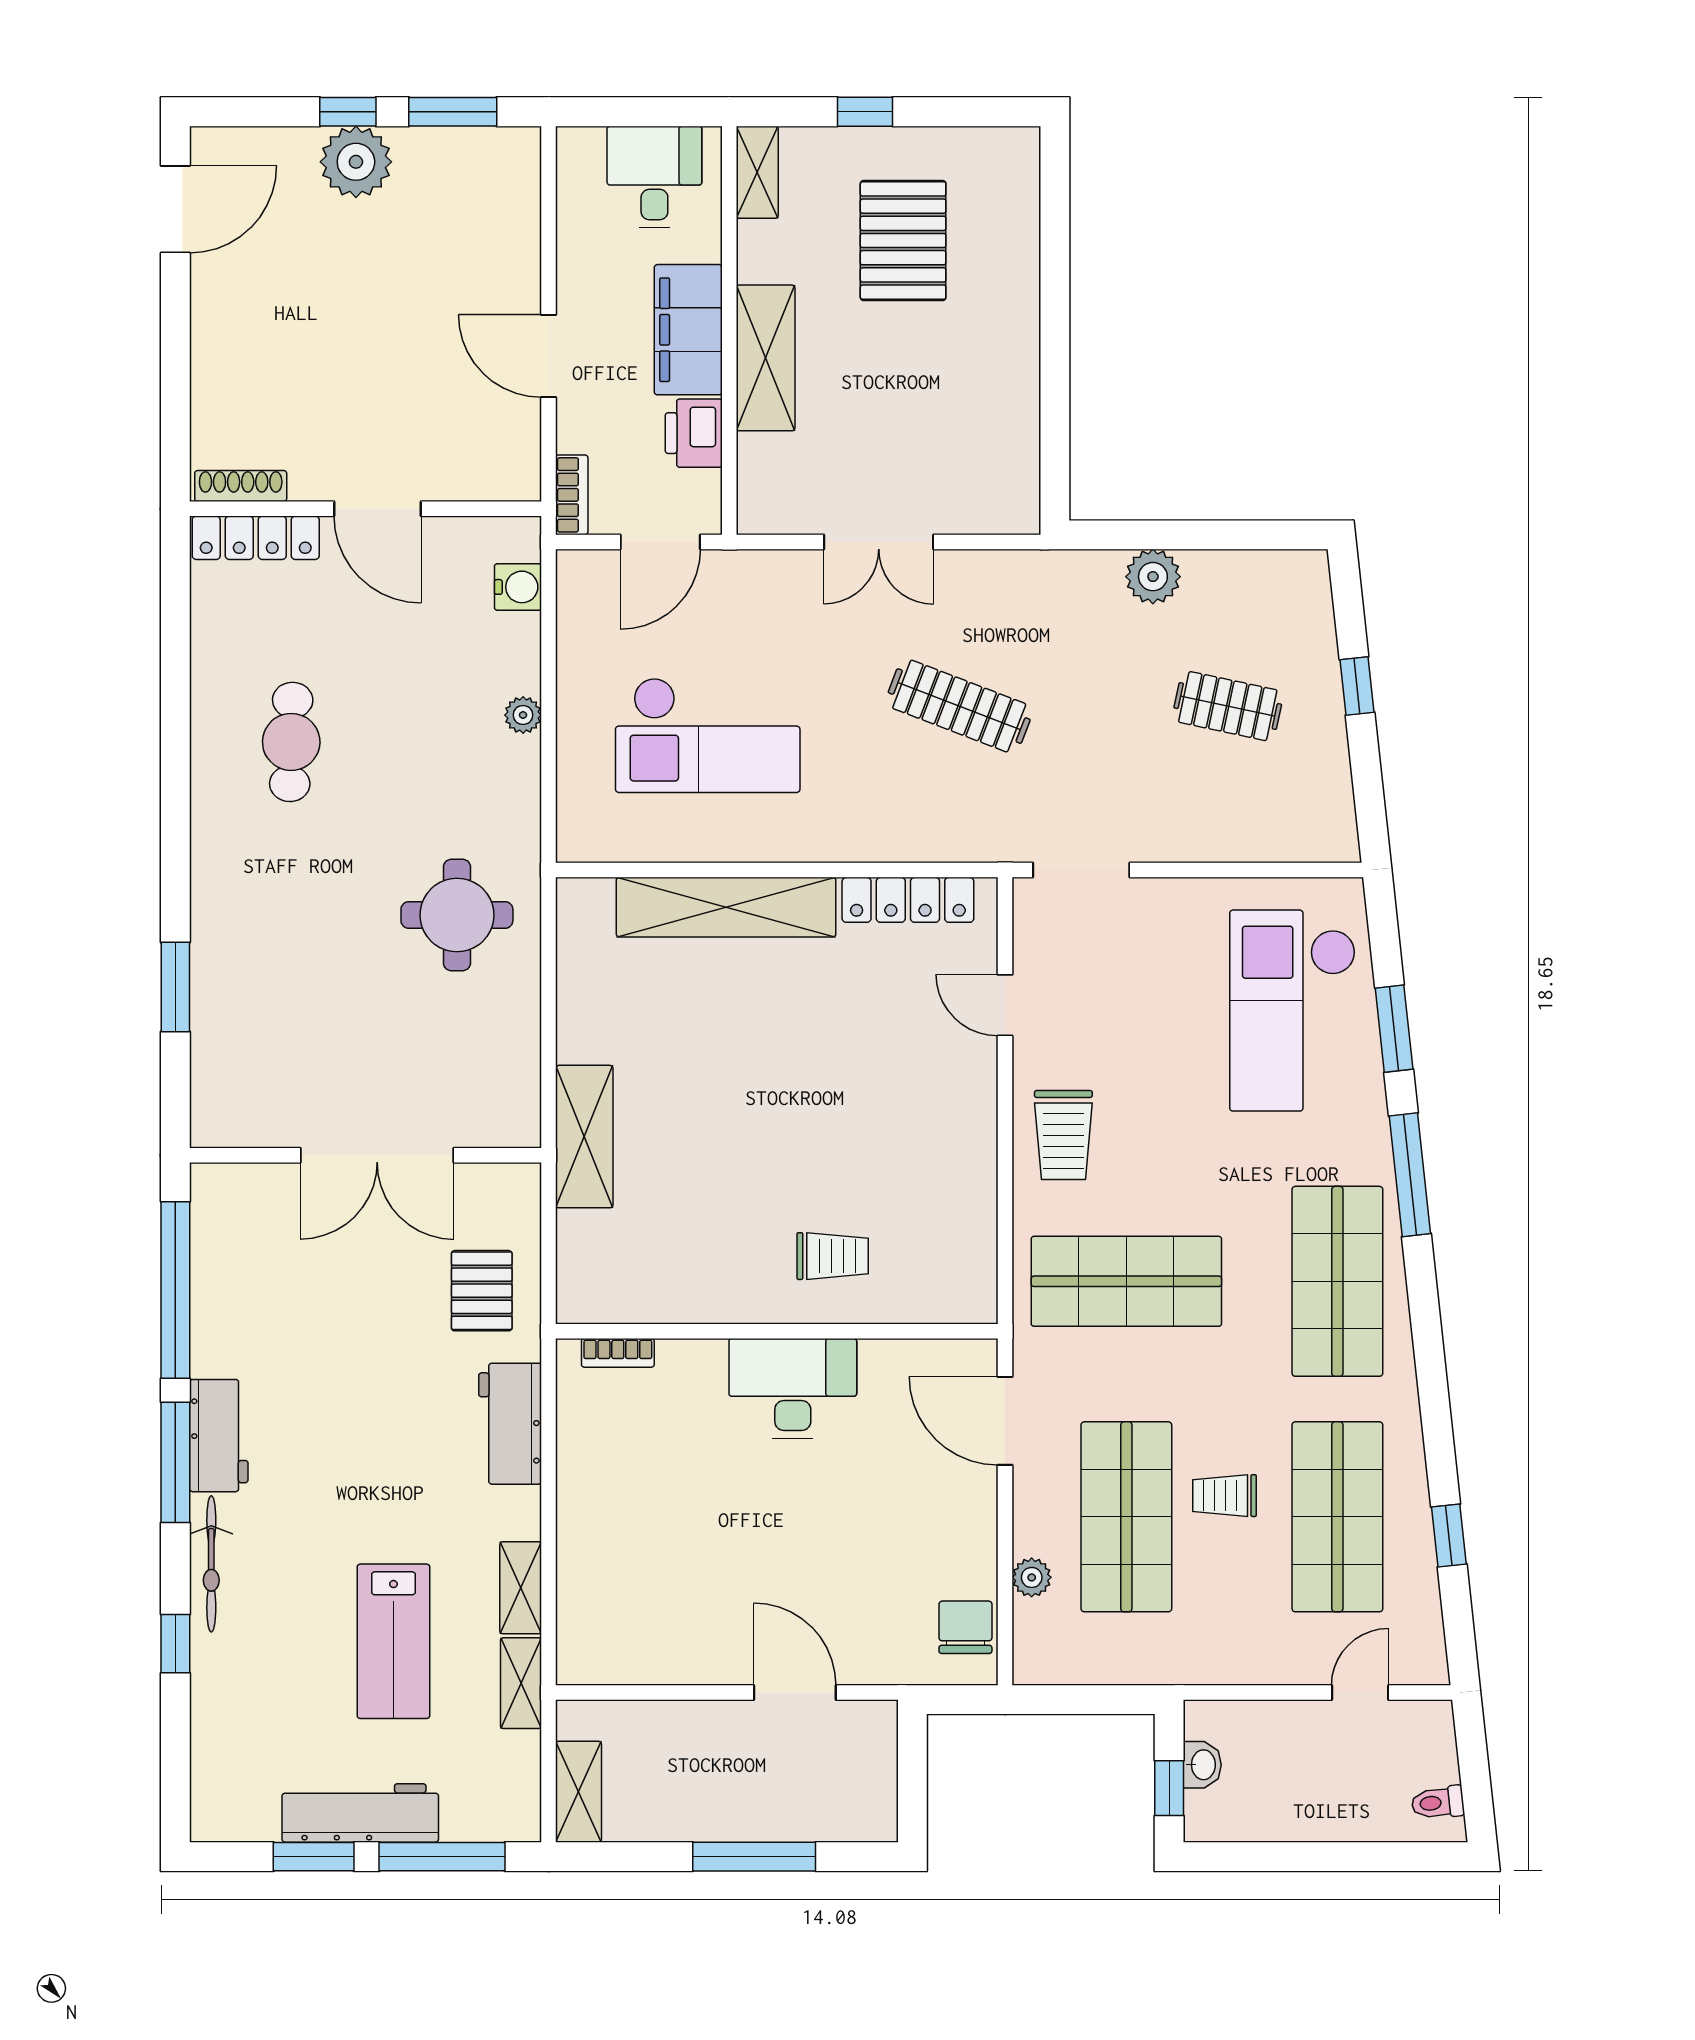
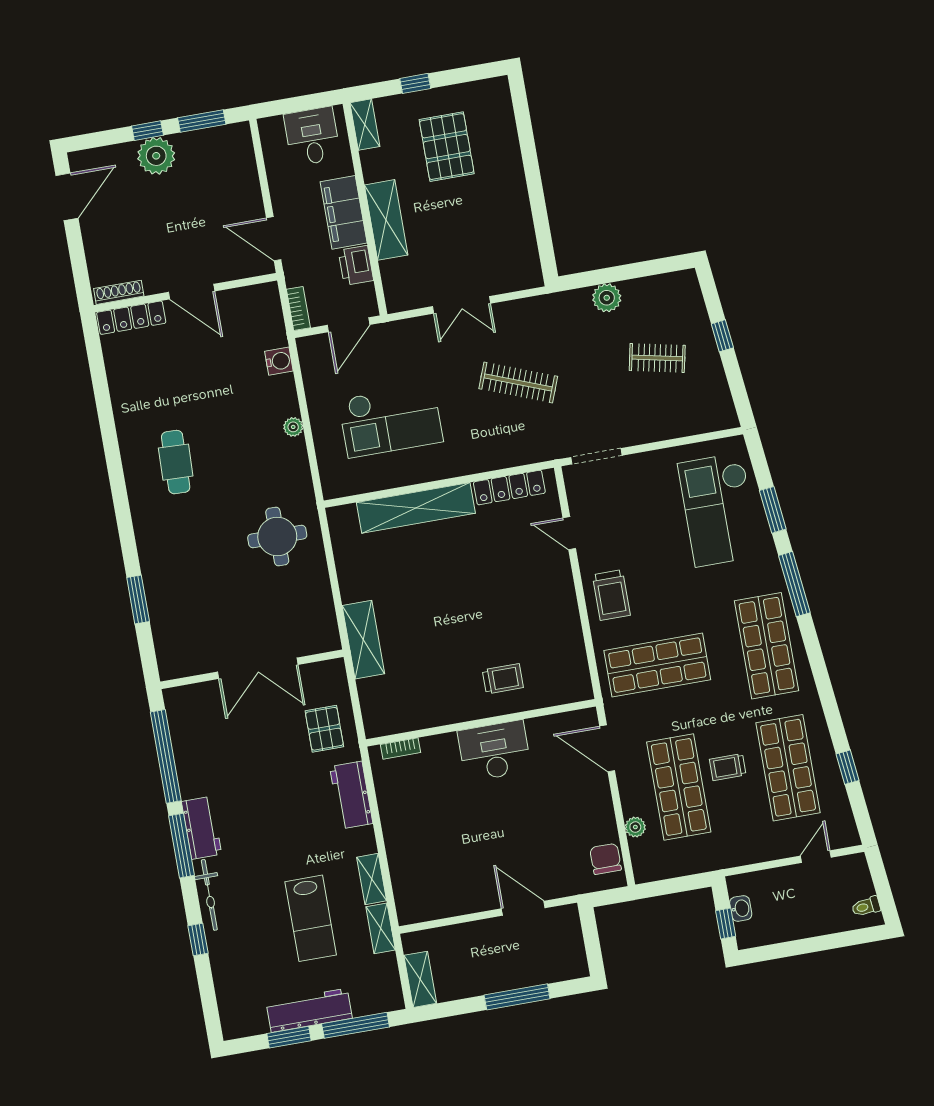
shoe rack: (241, 486) -> (119, 292), moved
wall: (366, 509) -> (185, 293), moved
door: (377, 509) -> (192, 292), moved
locker: (256, 538) -> (131, 318), moved

